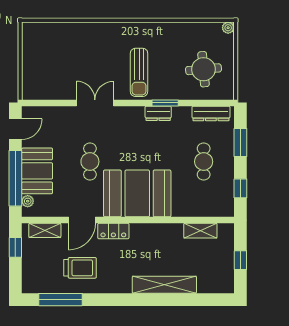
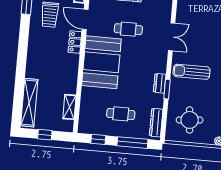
window: (240, 142) -> (132, 143), width x1.44
shelving: (164, 285) -> (29, 103), moved

